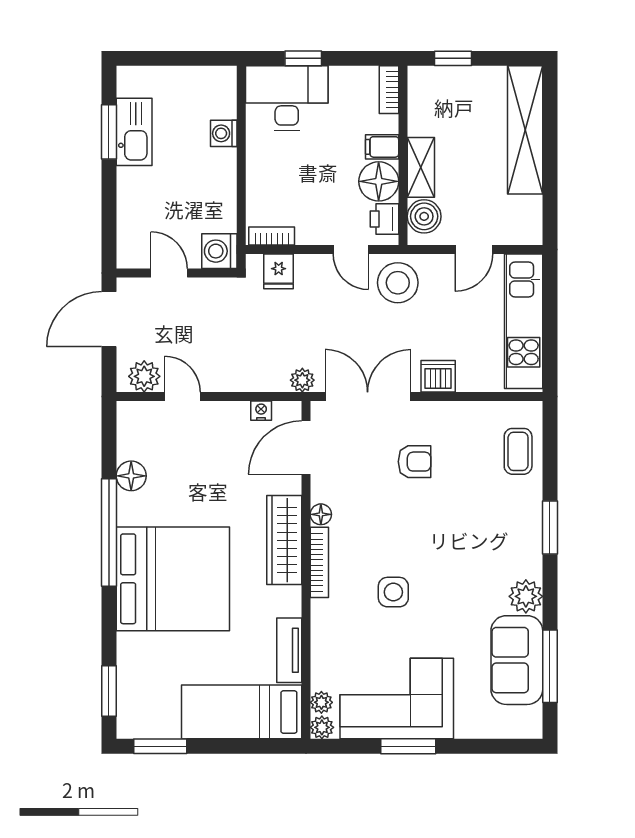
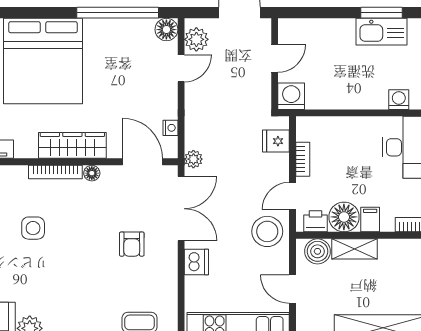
washing machine: (224, 133) -> (399, 100), moved
bookcase: (272, 236) -> (303, 159), moved
floor lamp: (131, 476) -> (166, 30), moved
window: (109, 532) -> (118, 13), moved

